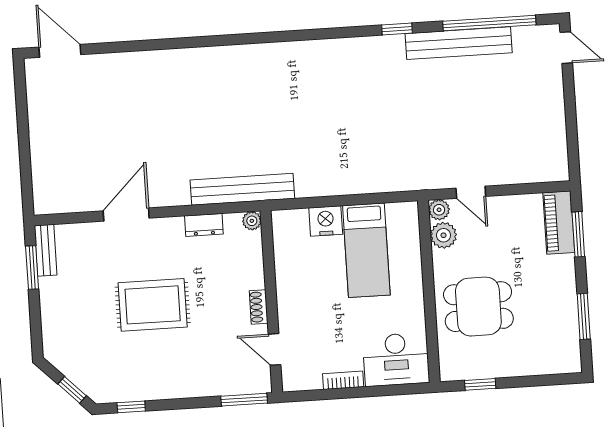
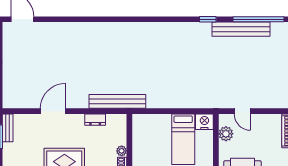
plant: (439, 210) -> (224, 120), removed
plant: (252, 221) -> (122, 151), moved
nightstand: (326, 221) -> (204, 122), moved

